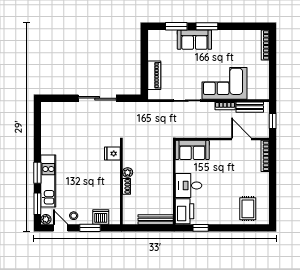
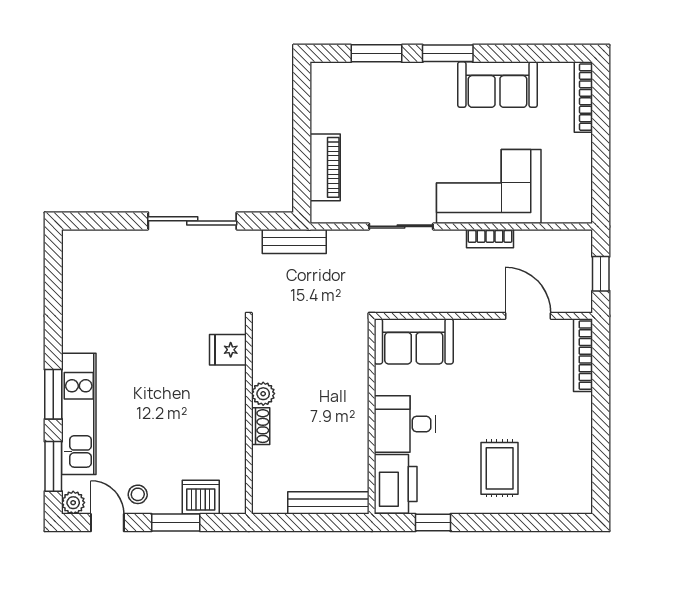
sofa: (194, 40) -> (498, 85), moved
bench: (250, 107) -> (294, 241), moved
rug: (248, 209) -> (500, 468), moved

